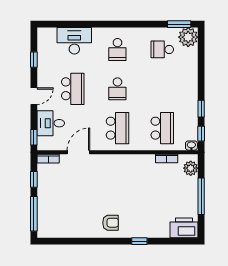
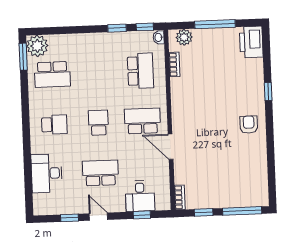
school desk: (162, 49) -> (52, 74), width x1.85
school desk: (117, 89) -> (98, 123), turned -90
door: (34, 96) -> (98, 217), moved
school desk: (162, 128) -> (140, 71), turned 90
window: (34, 137) -> (142, 215), moved
door: (78, 152) -> (171, 147), moved

